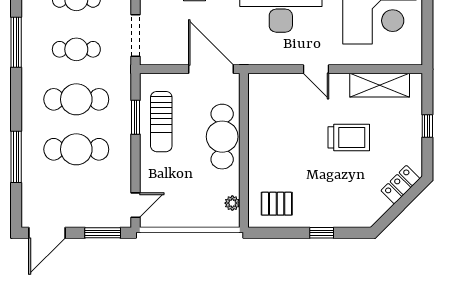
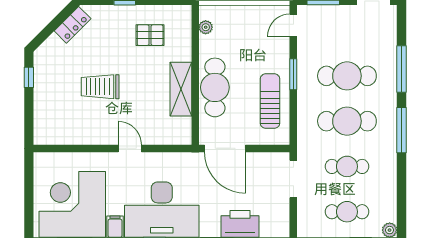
window: (16, 42) -> (402, 130), moved
shelving: (380, 85) -> (181, 89), moved, turned 90
window: (135, 117) -> (293, 74), moved
window: (427, 126) -> (29, 77), moved
locker: (400, 185) -> (73, 25), moved
pallet: (277, 204) -> (150, 35), moved

